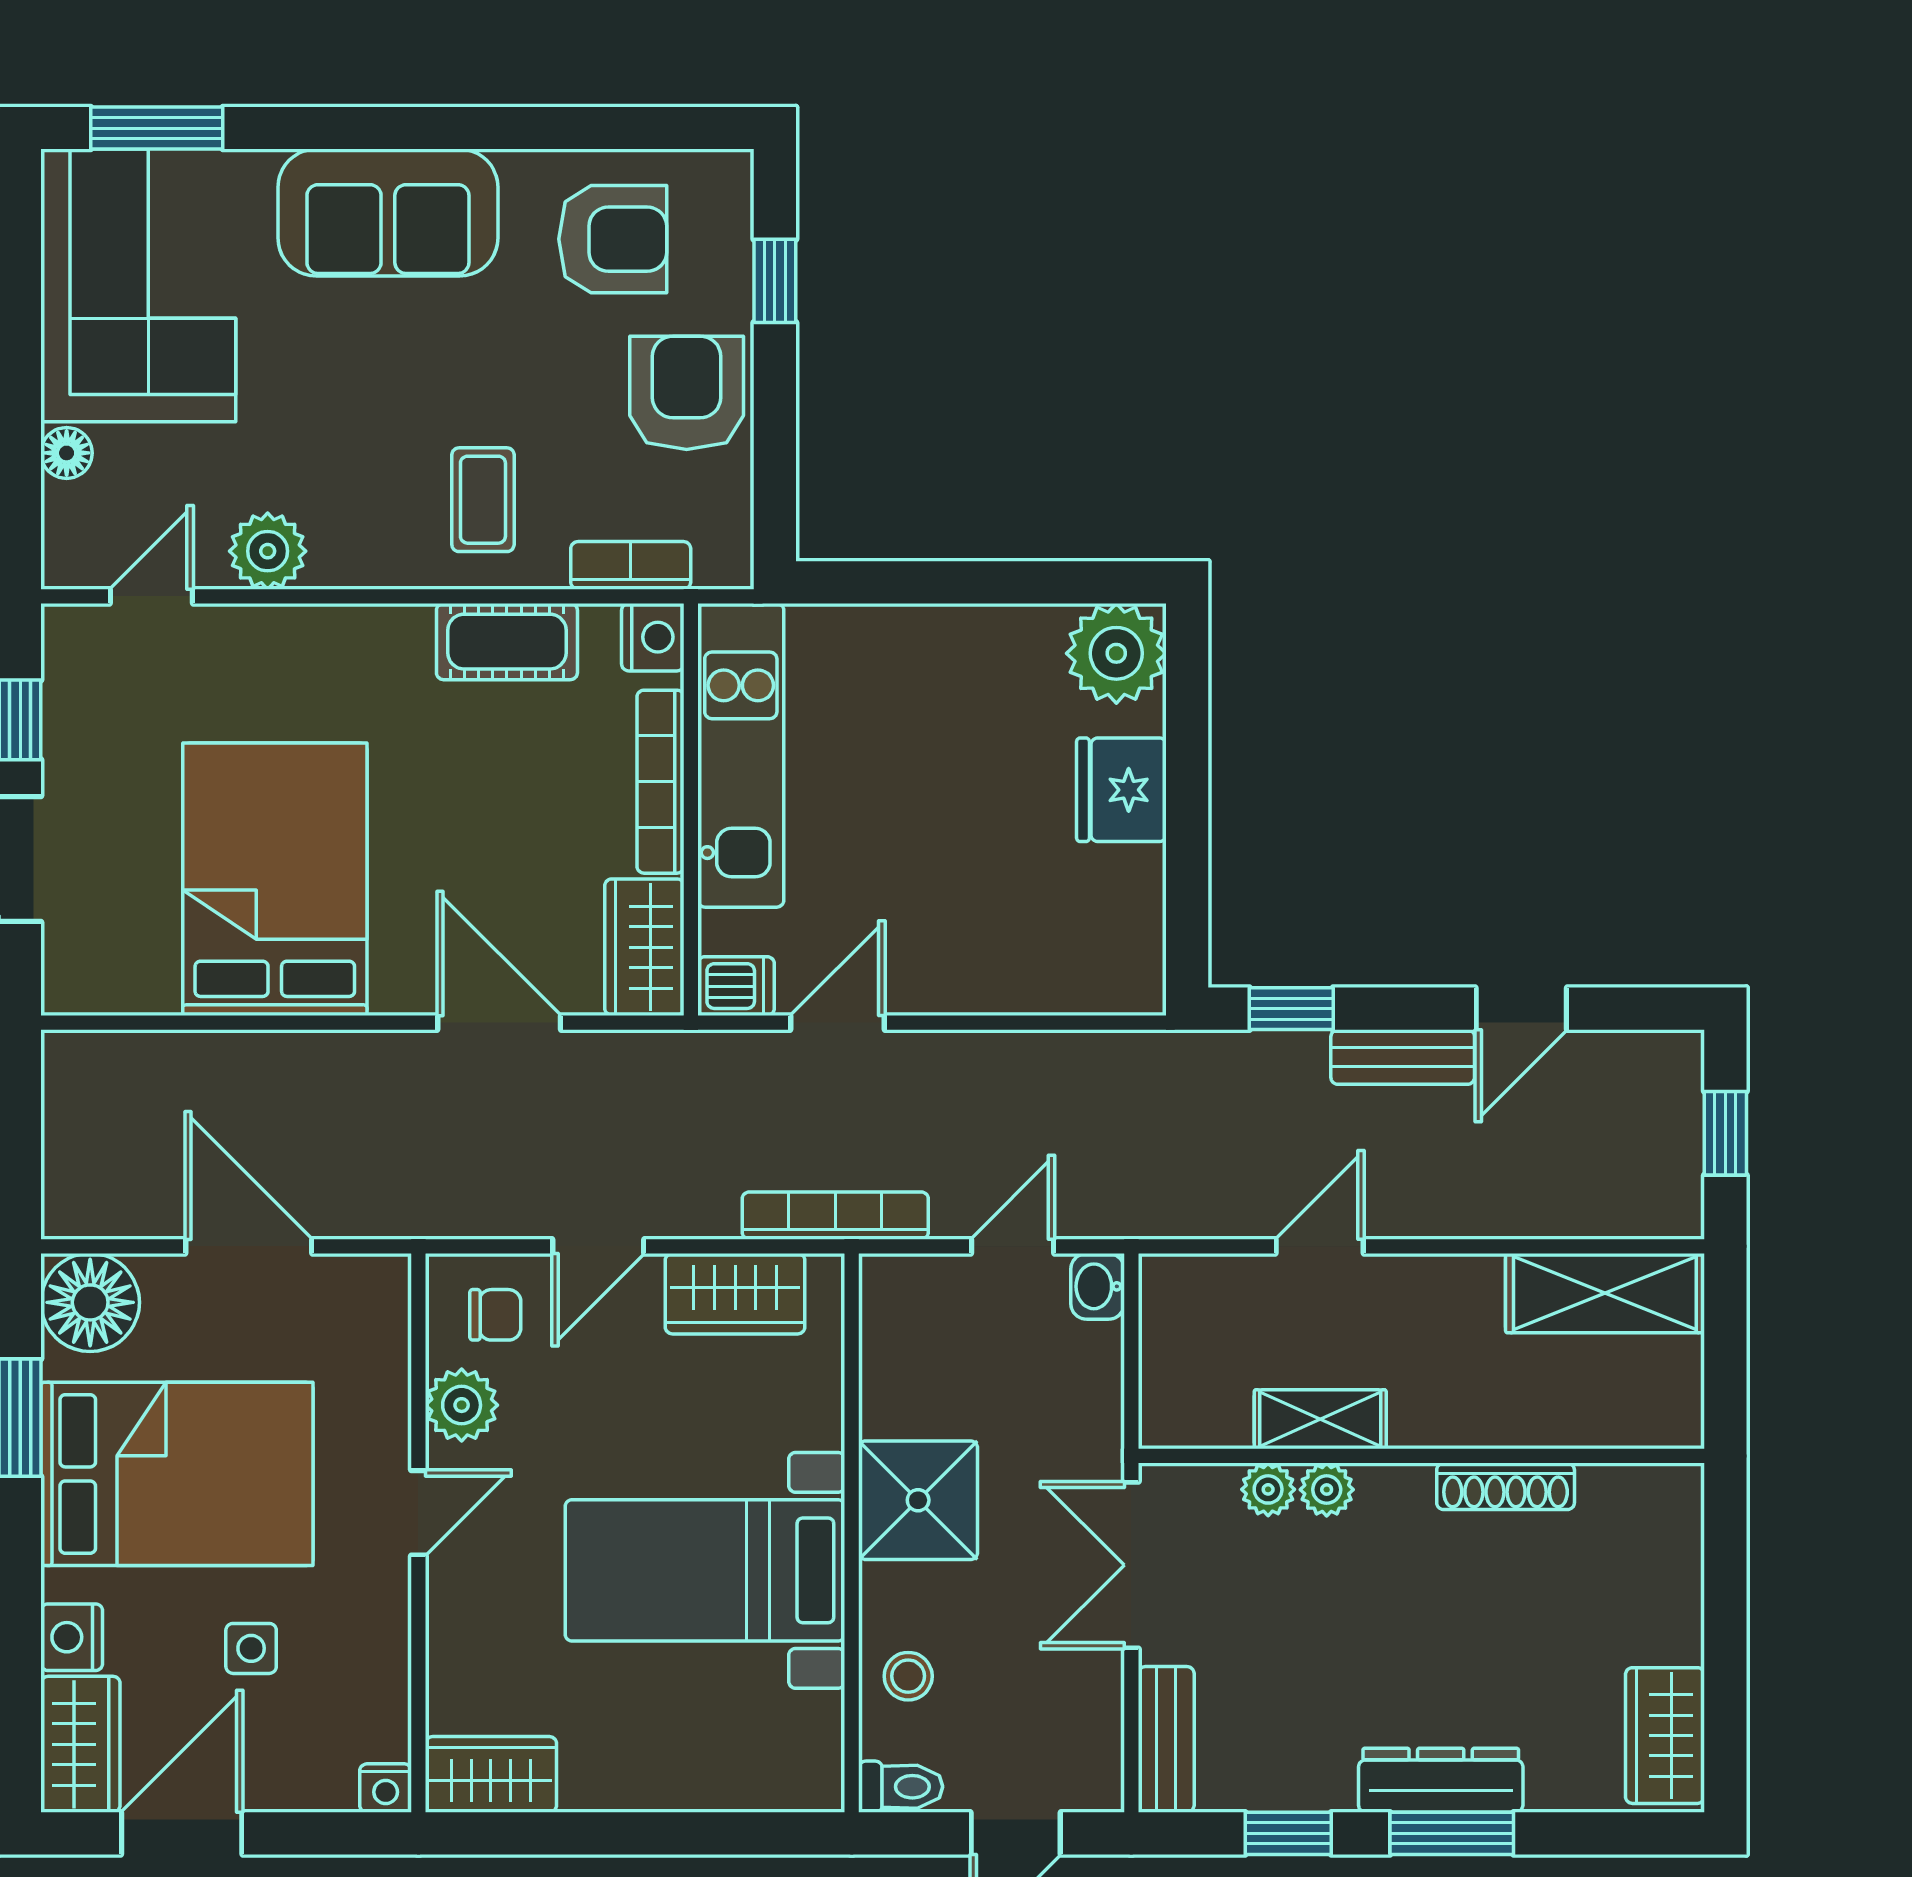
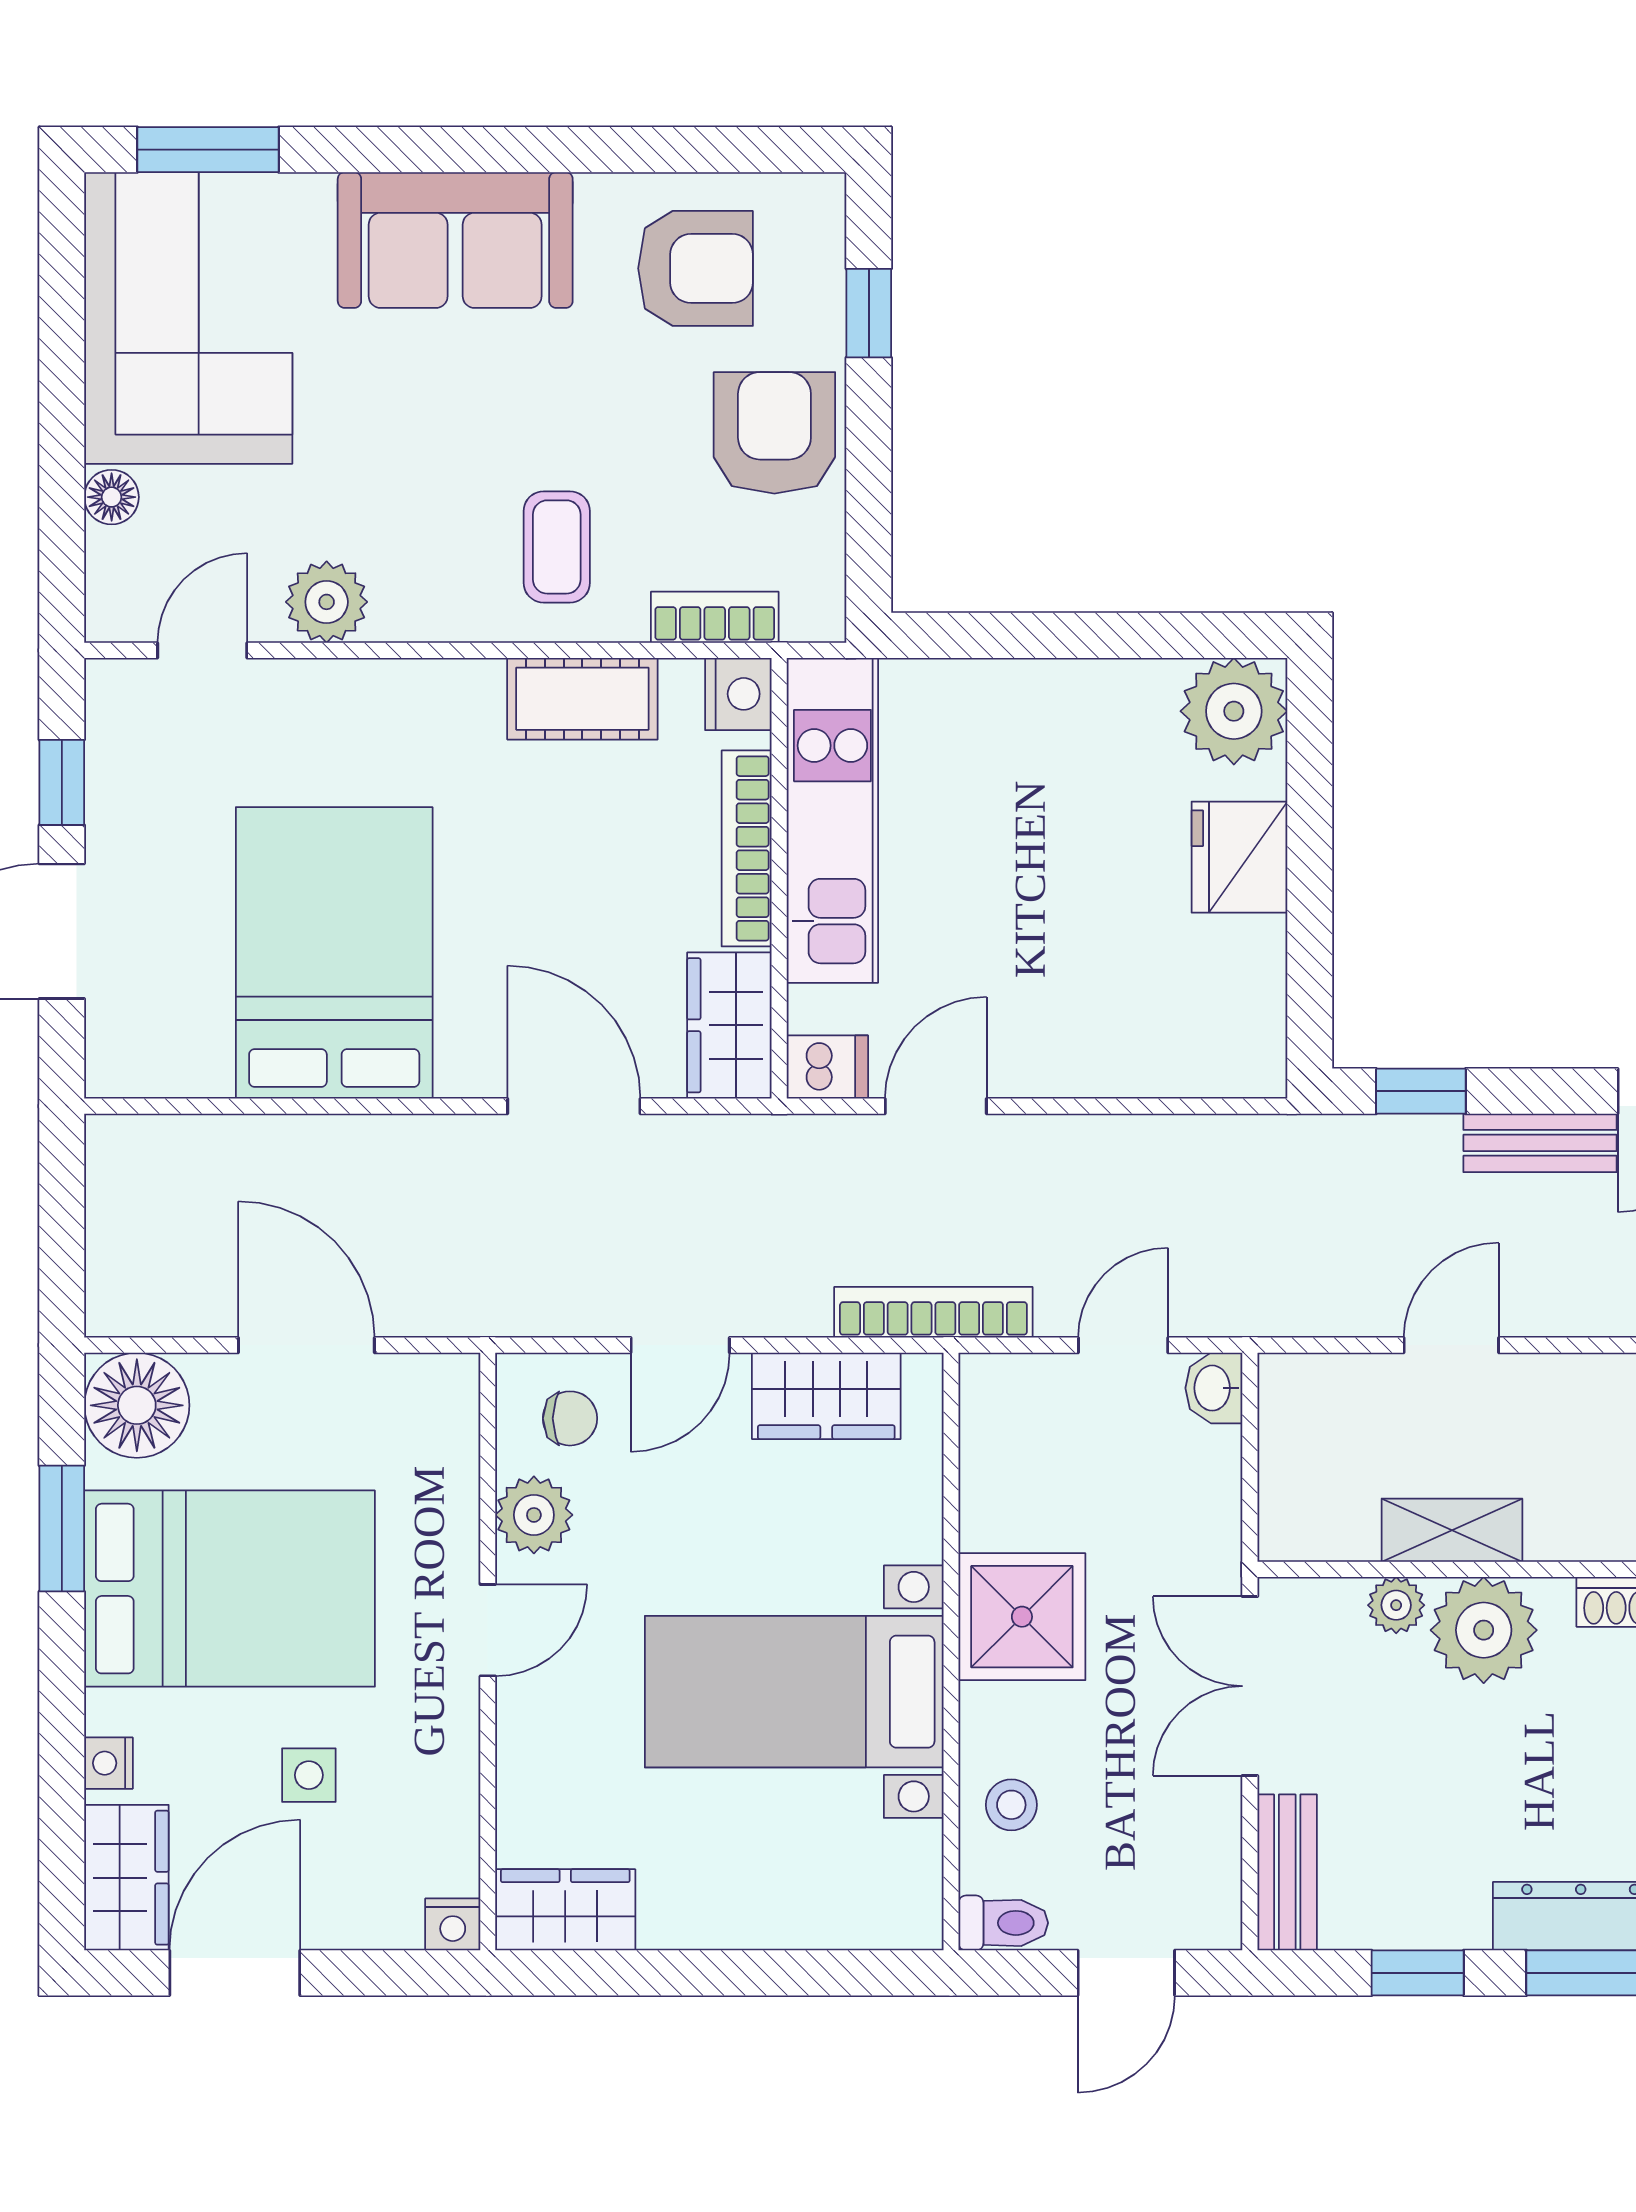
plant: (1327, 1490) -> (1484, 1630), width x1.88, depth x1.88
nightstand: (72, 1637) -> (109, 1763), width x0.72, depth x0.74

